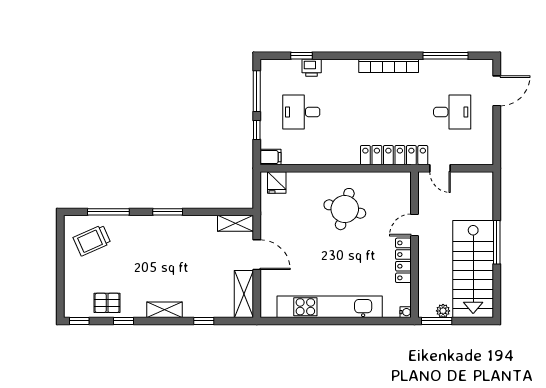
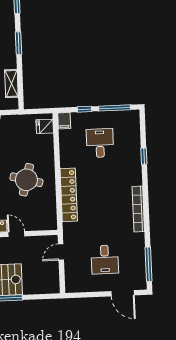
window: (301, 56) -> (144, 156), moved
window: (445, 56) -> (148, 264), moved
printer: (312, 68) -> (134, 150), removed
locker: (394, 155) -> (69, 195), moved
shelving: (235, 223) -> (11, 84), moved

